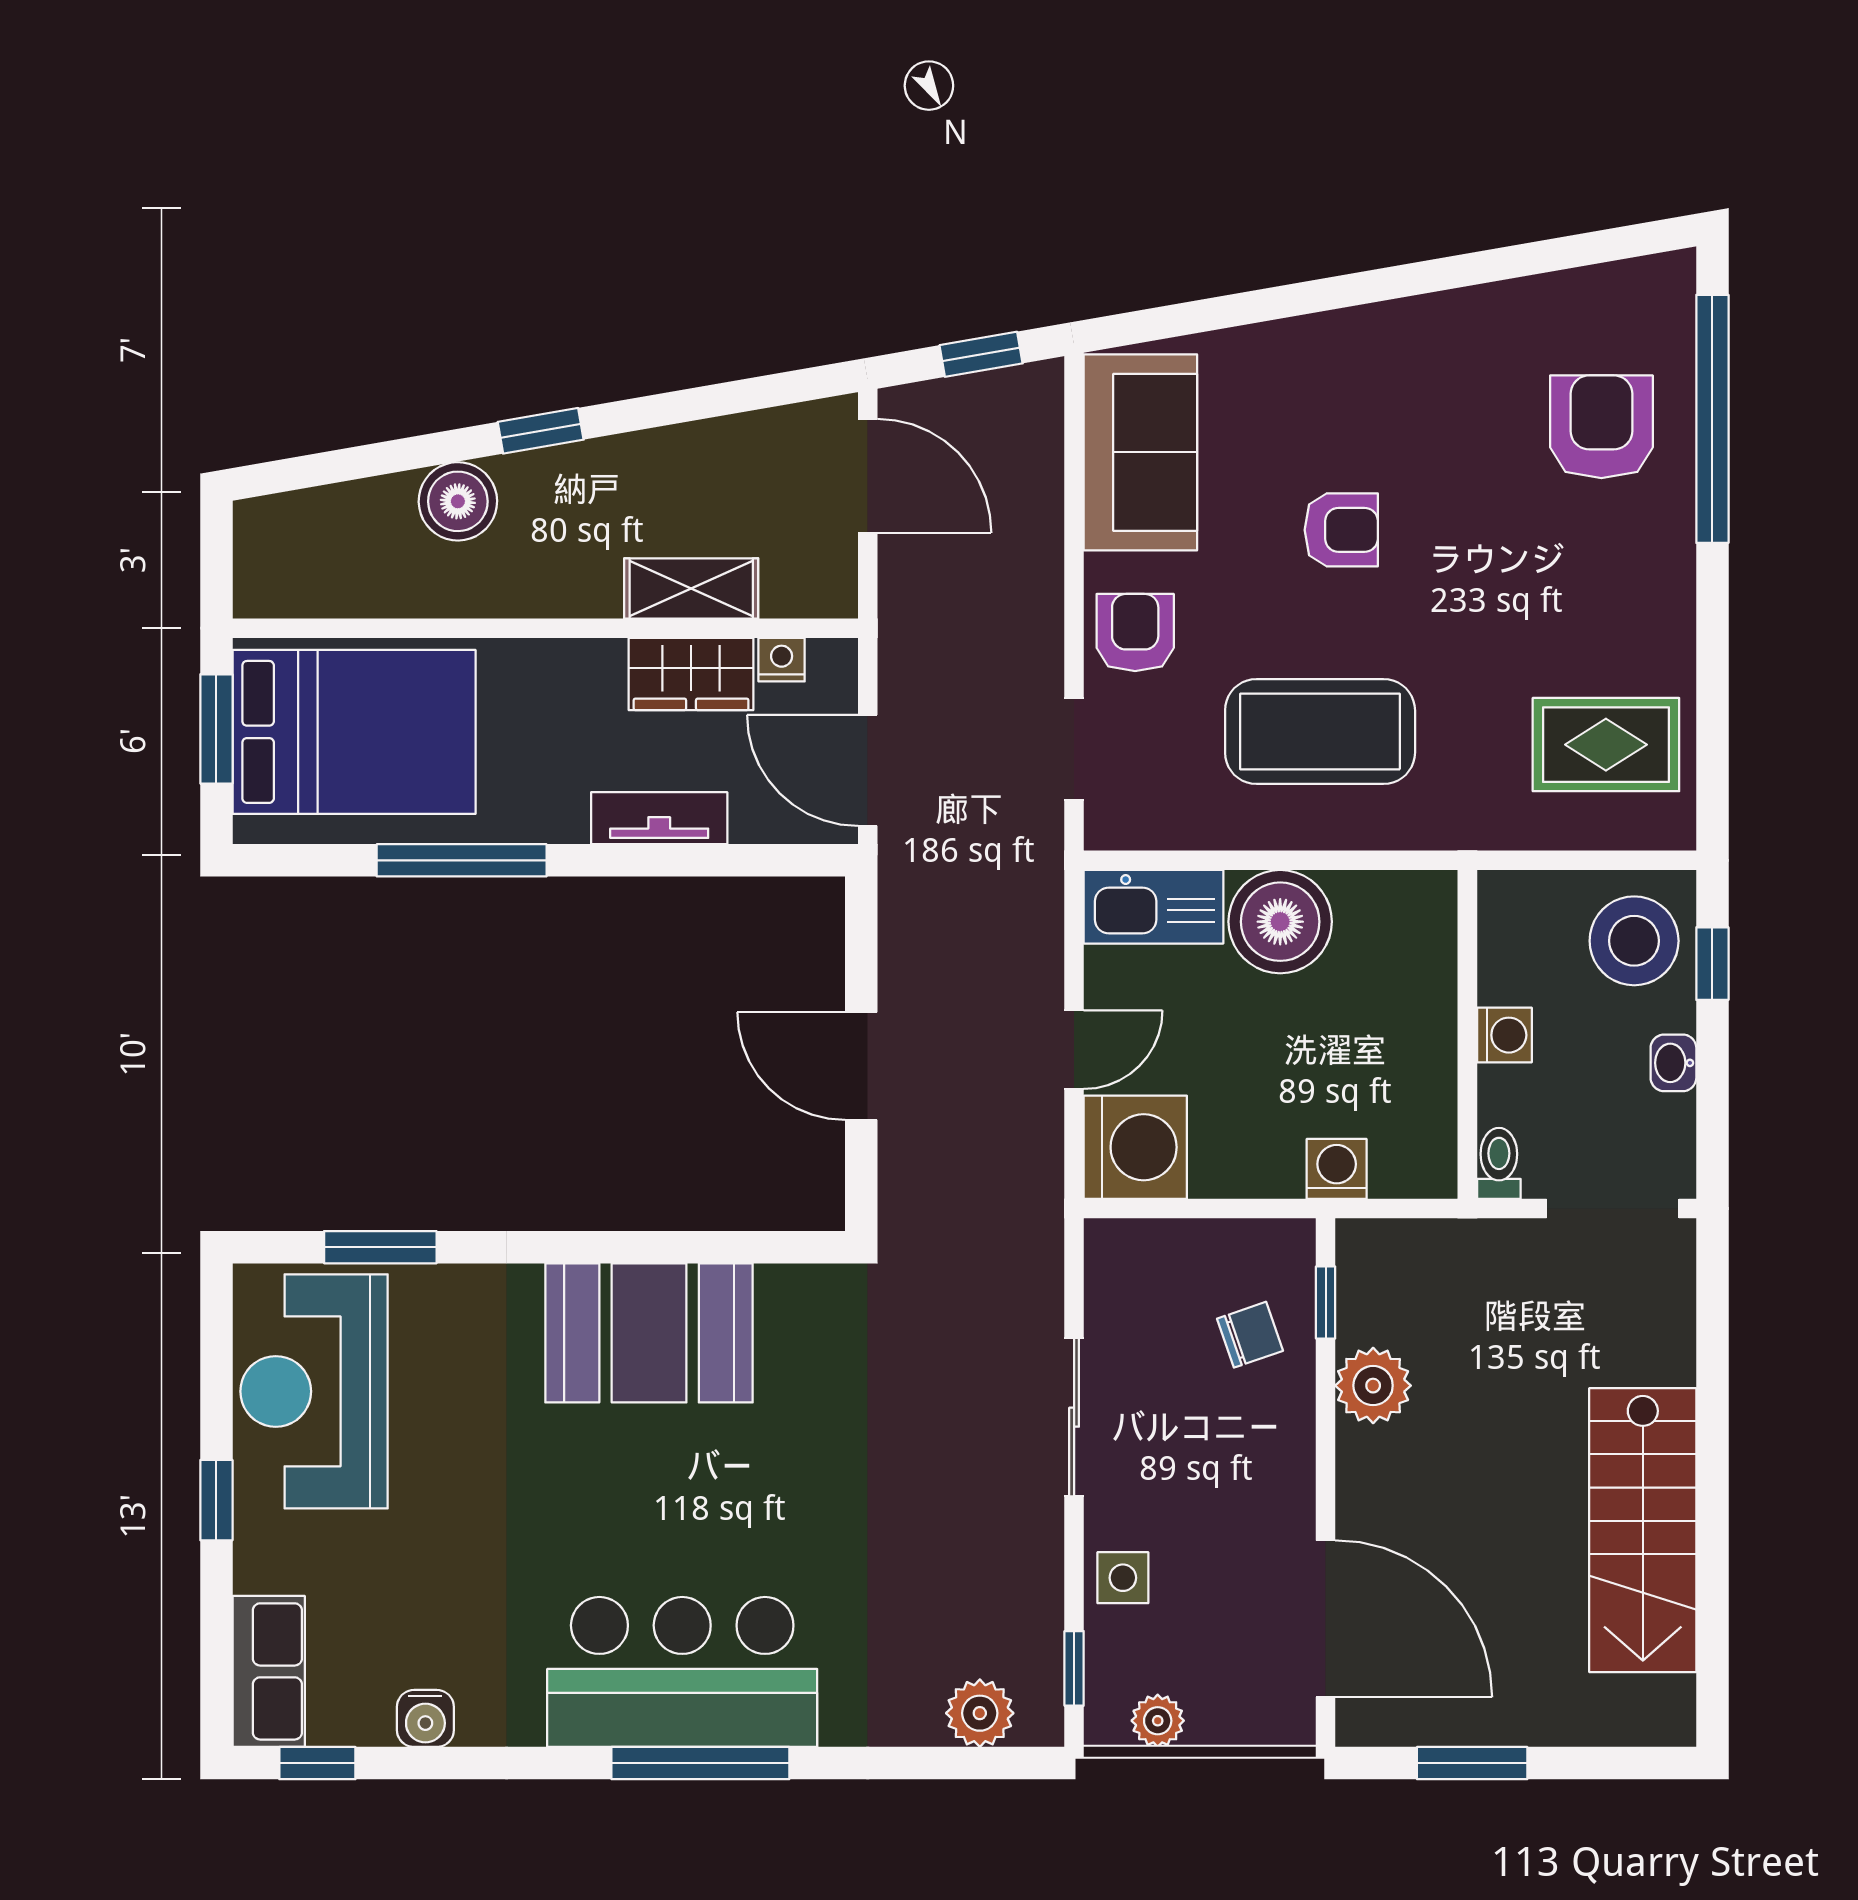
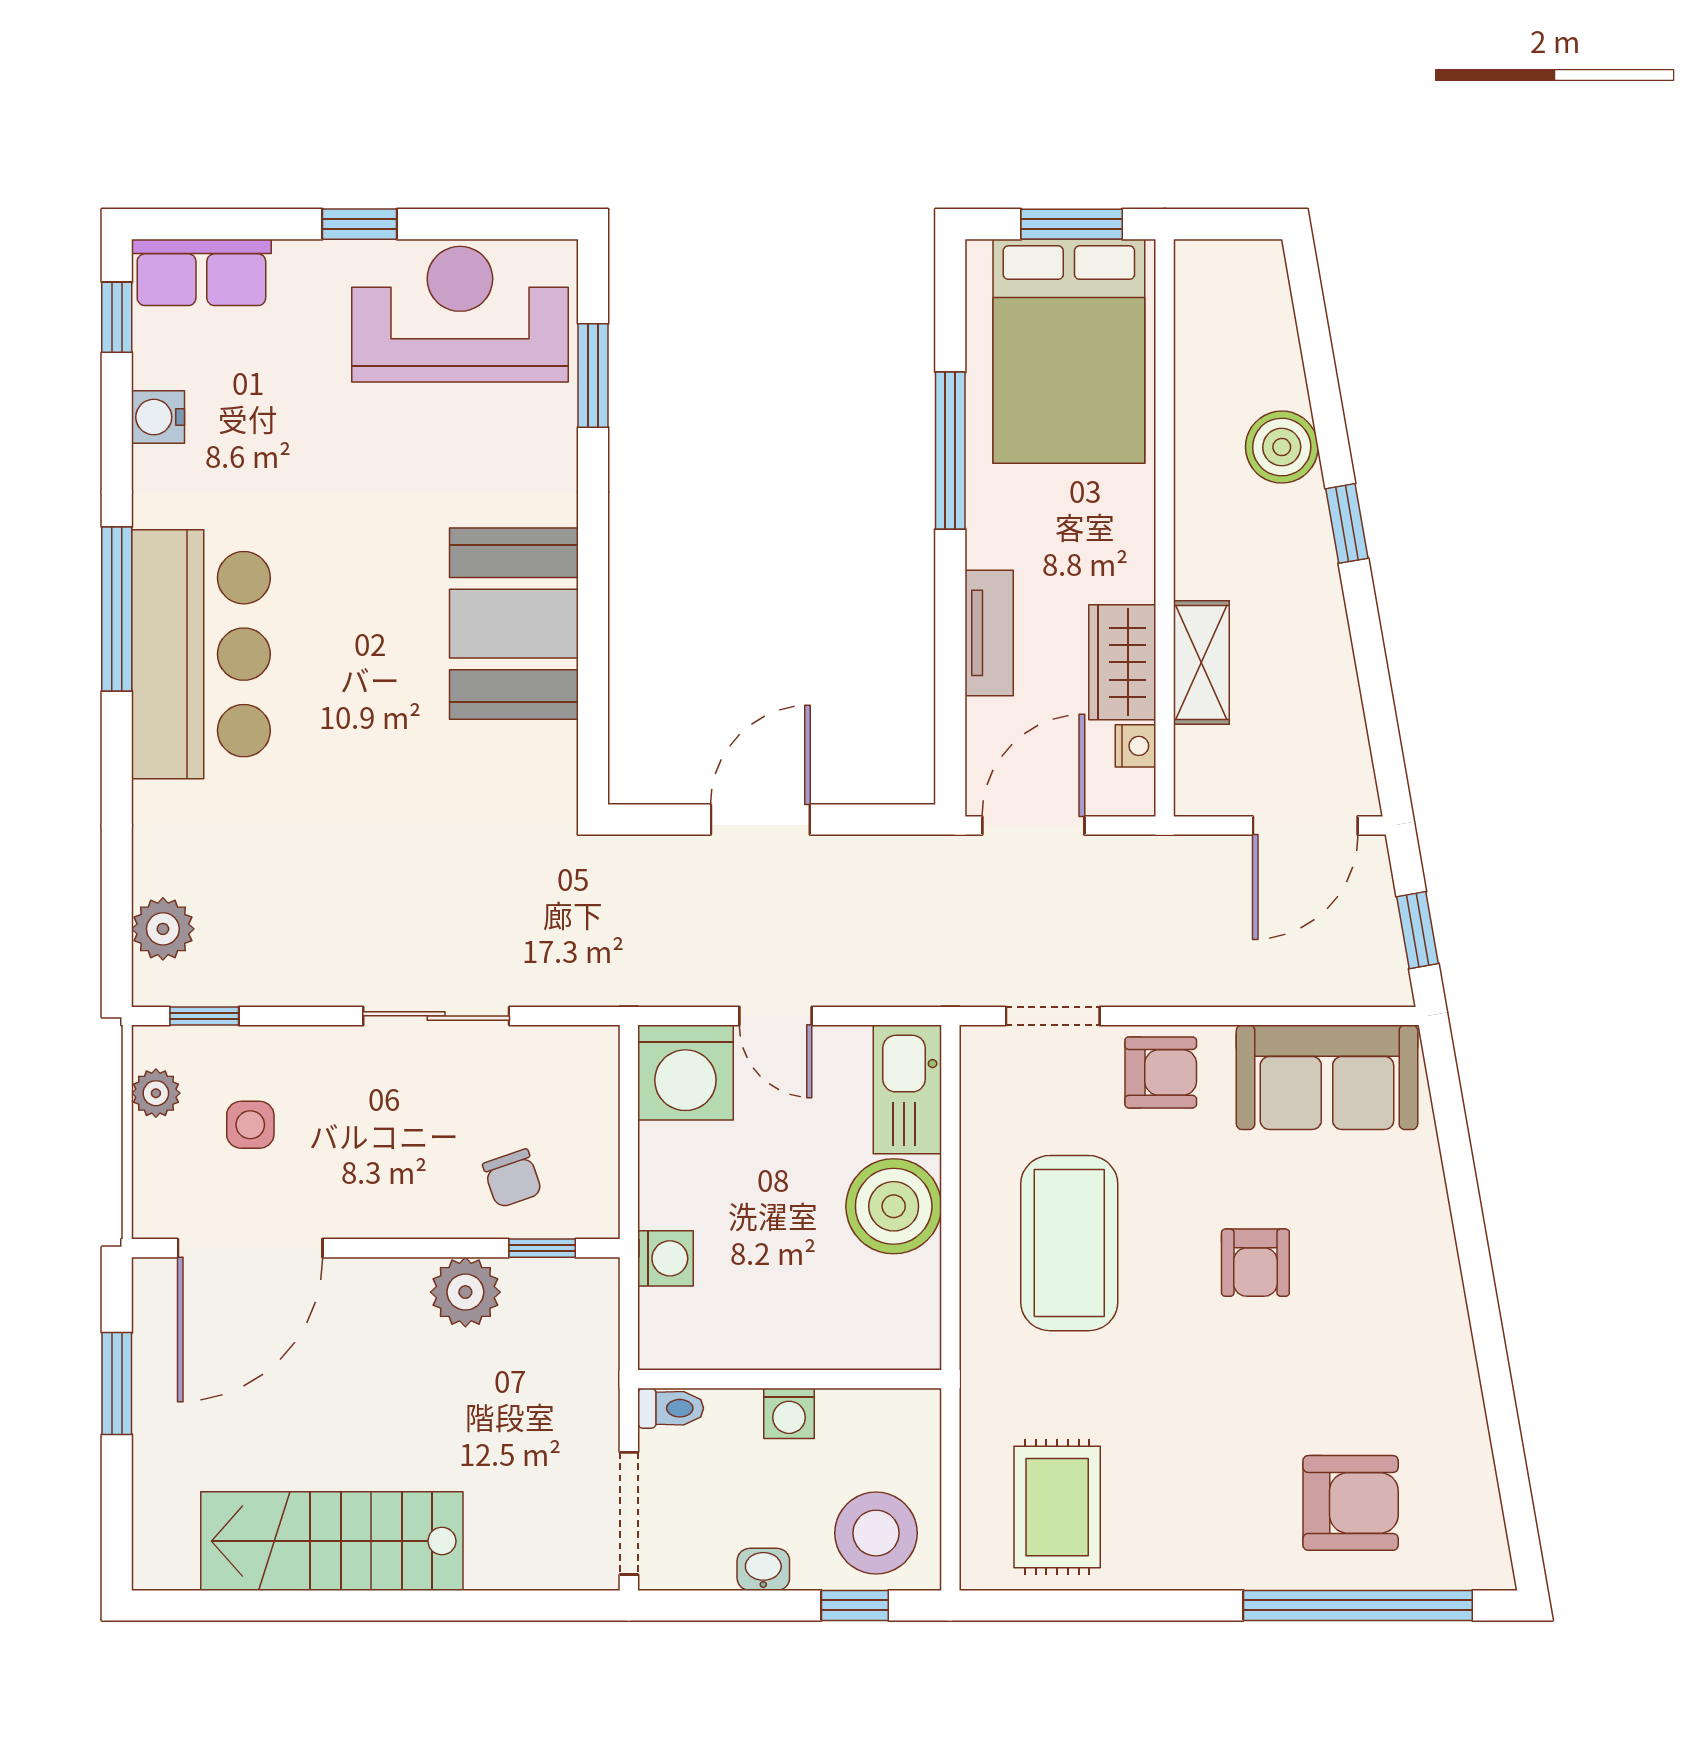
side table: (1123, 1578) -> (250, 1125), moved
window: (700, 1763) -> (117, 609), moved

